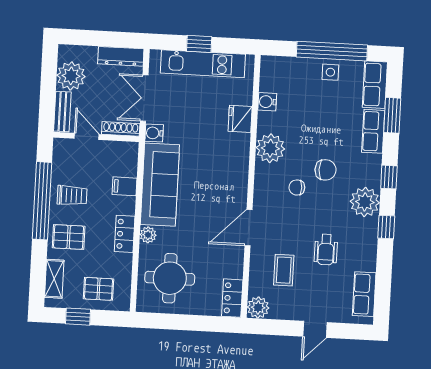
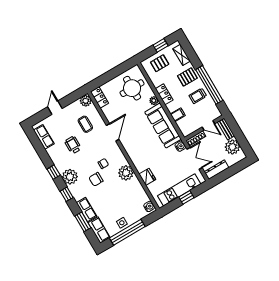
water cooler: (267, 102) -> (149, 206), moved

